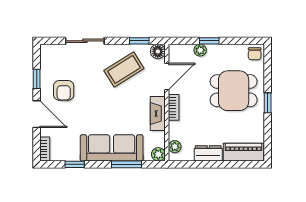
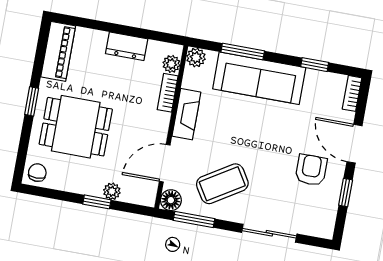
window: (139, 41) -> (194, 220), width x1.50
bookcase: (174, 107) -> (168, 93), moved
piano: (243, 152) -> (58, 51), moved, turned -90

